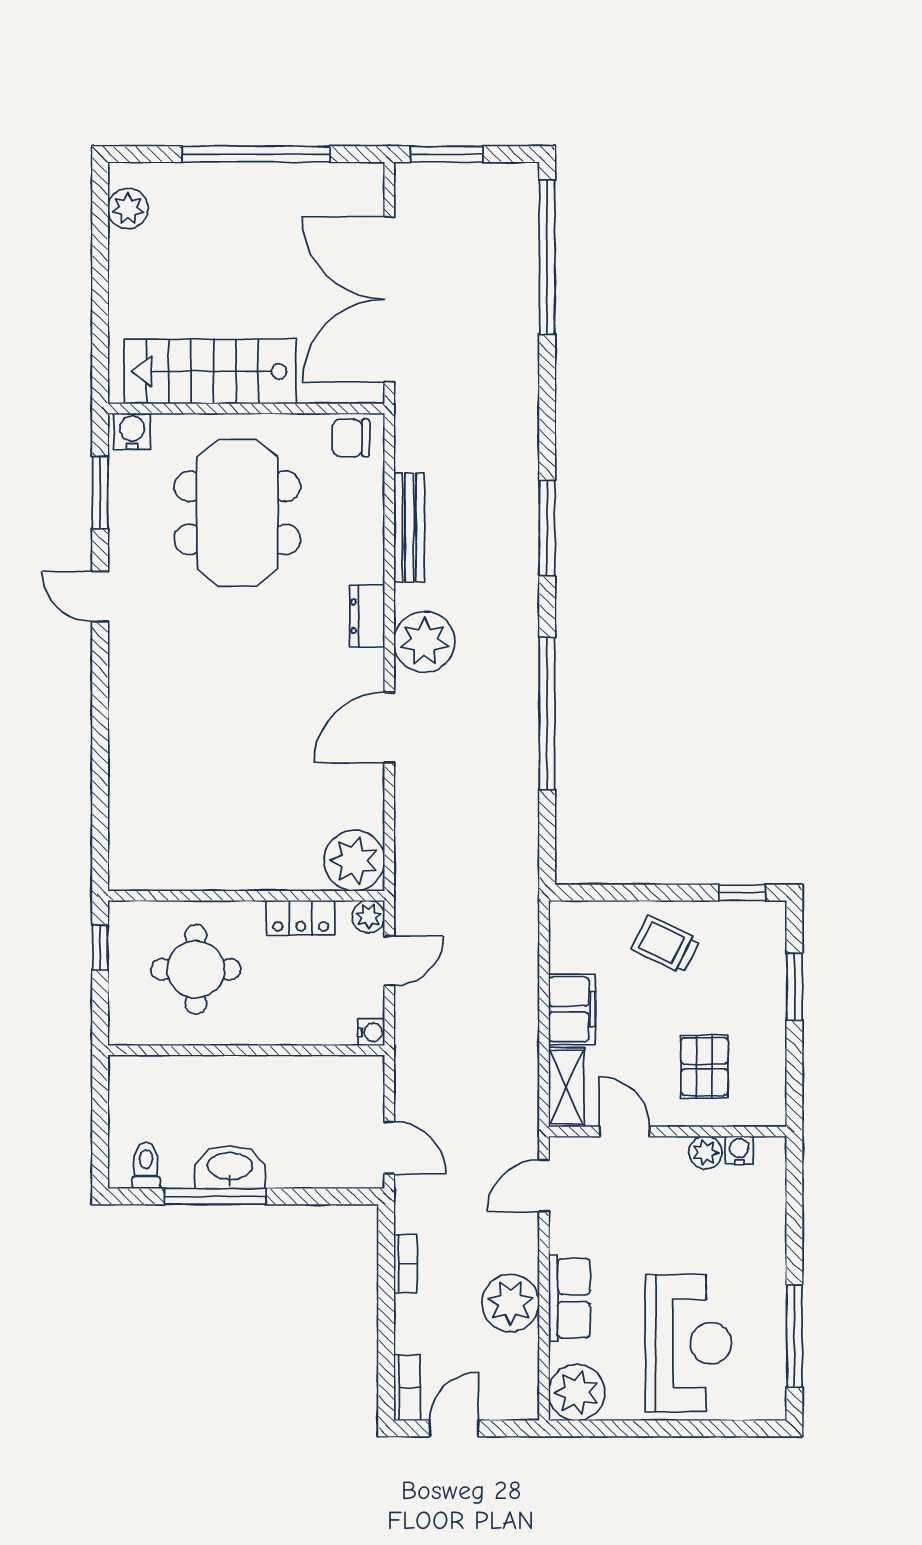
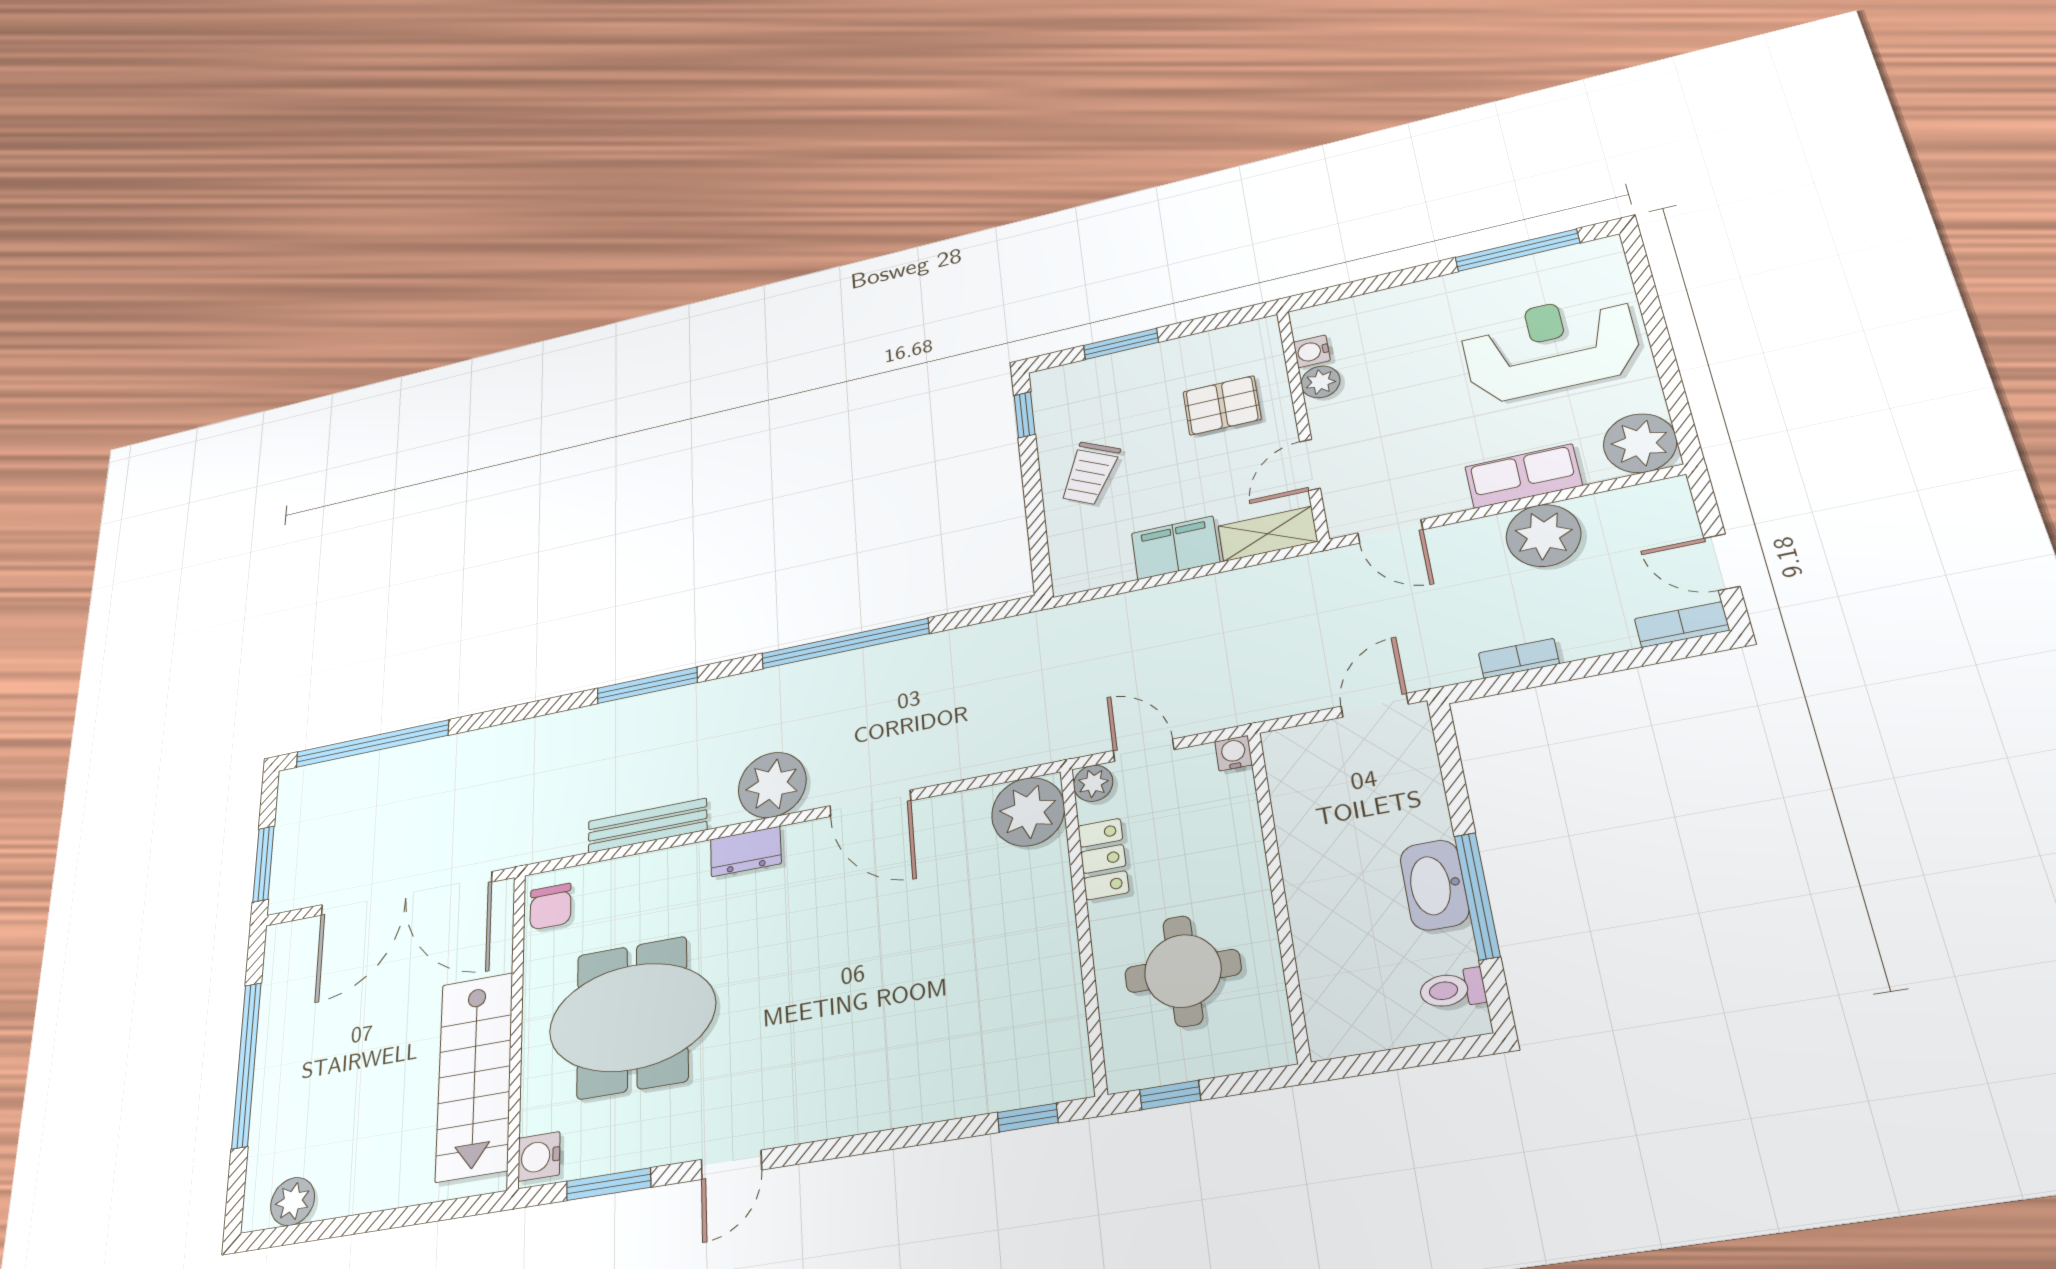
window: (100, 837) -> (1028, 1118), added

